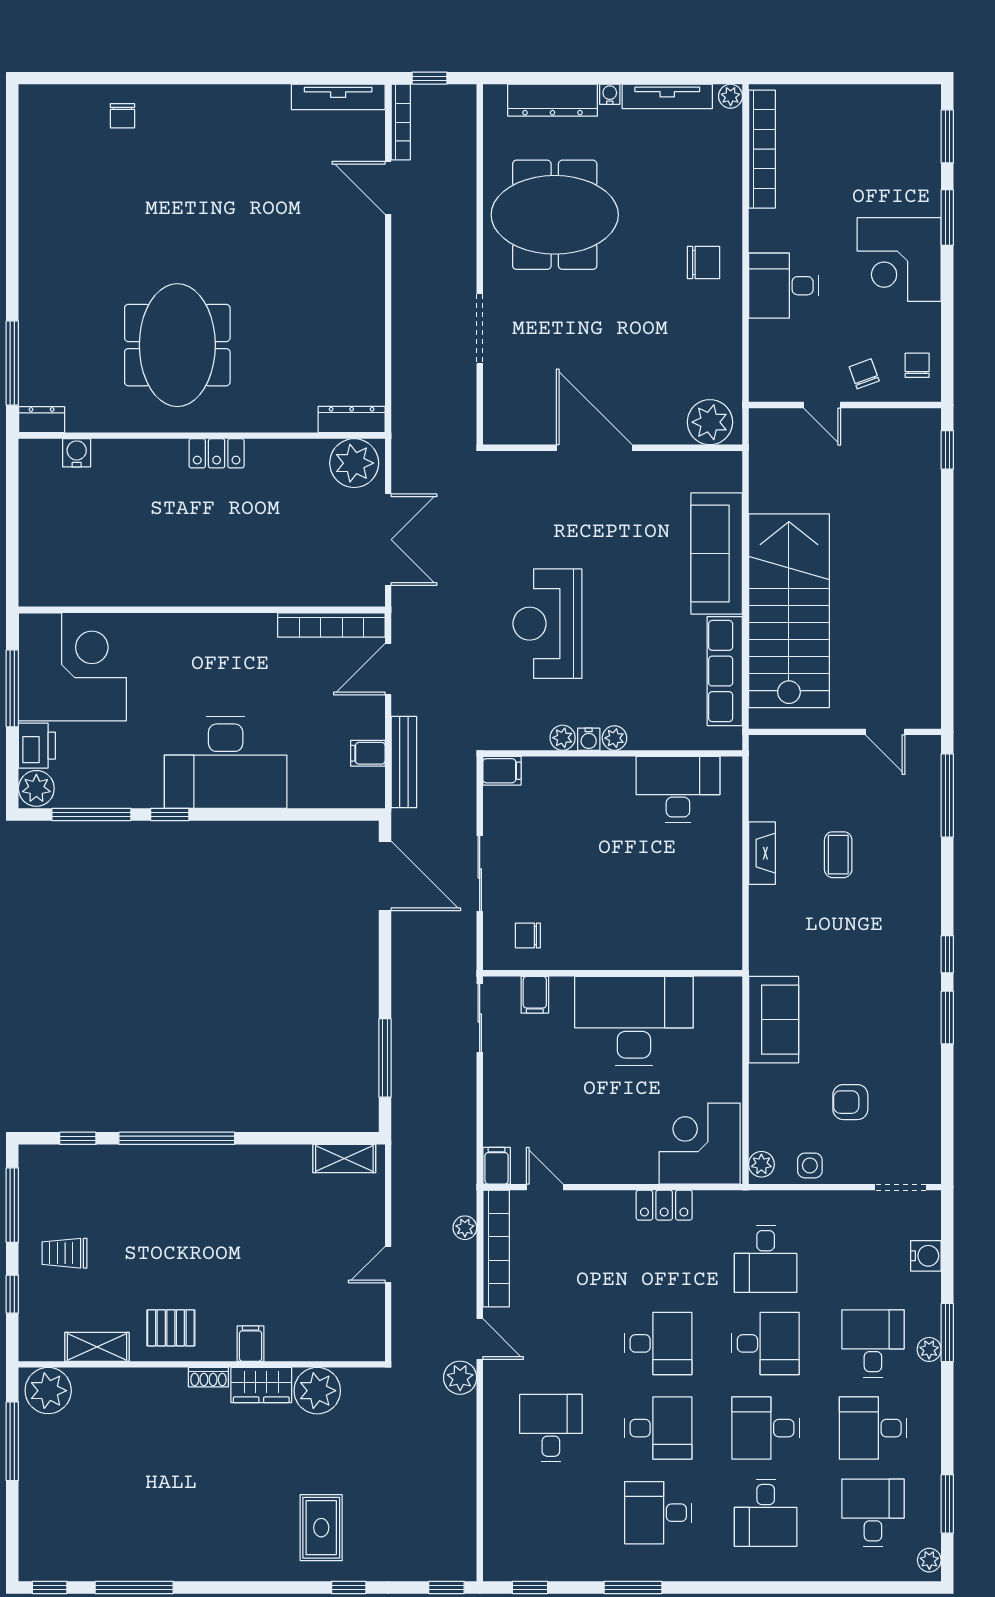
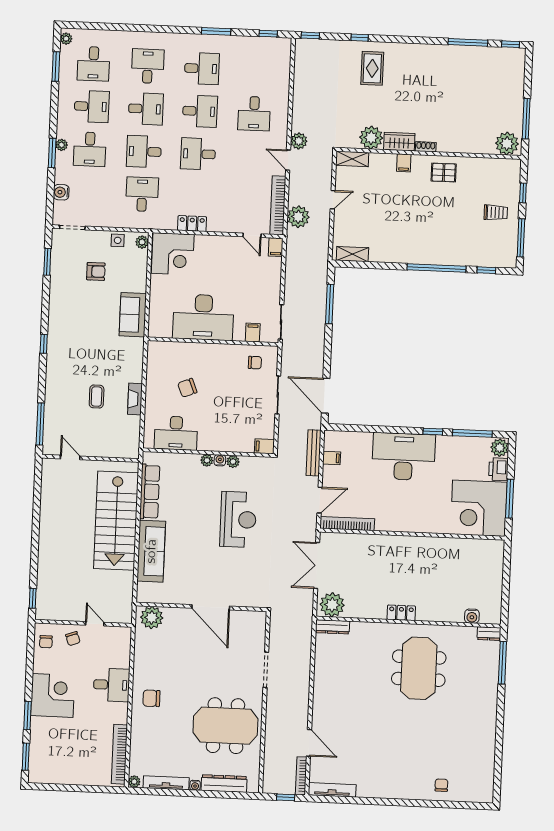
chair: (659, 880) -> (187, 388), added
window: (947, 1018) -> (47, 262), moved
plant: (465, 1228) -> (298, 217), width x1.87, depth x1.87
shelving: (97, 1347) -> (352, 159), moved
desk: (658, 1428) -> (200, 111), turned 180

